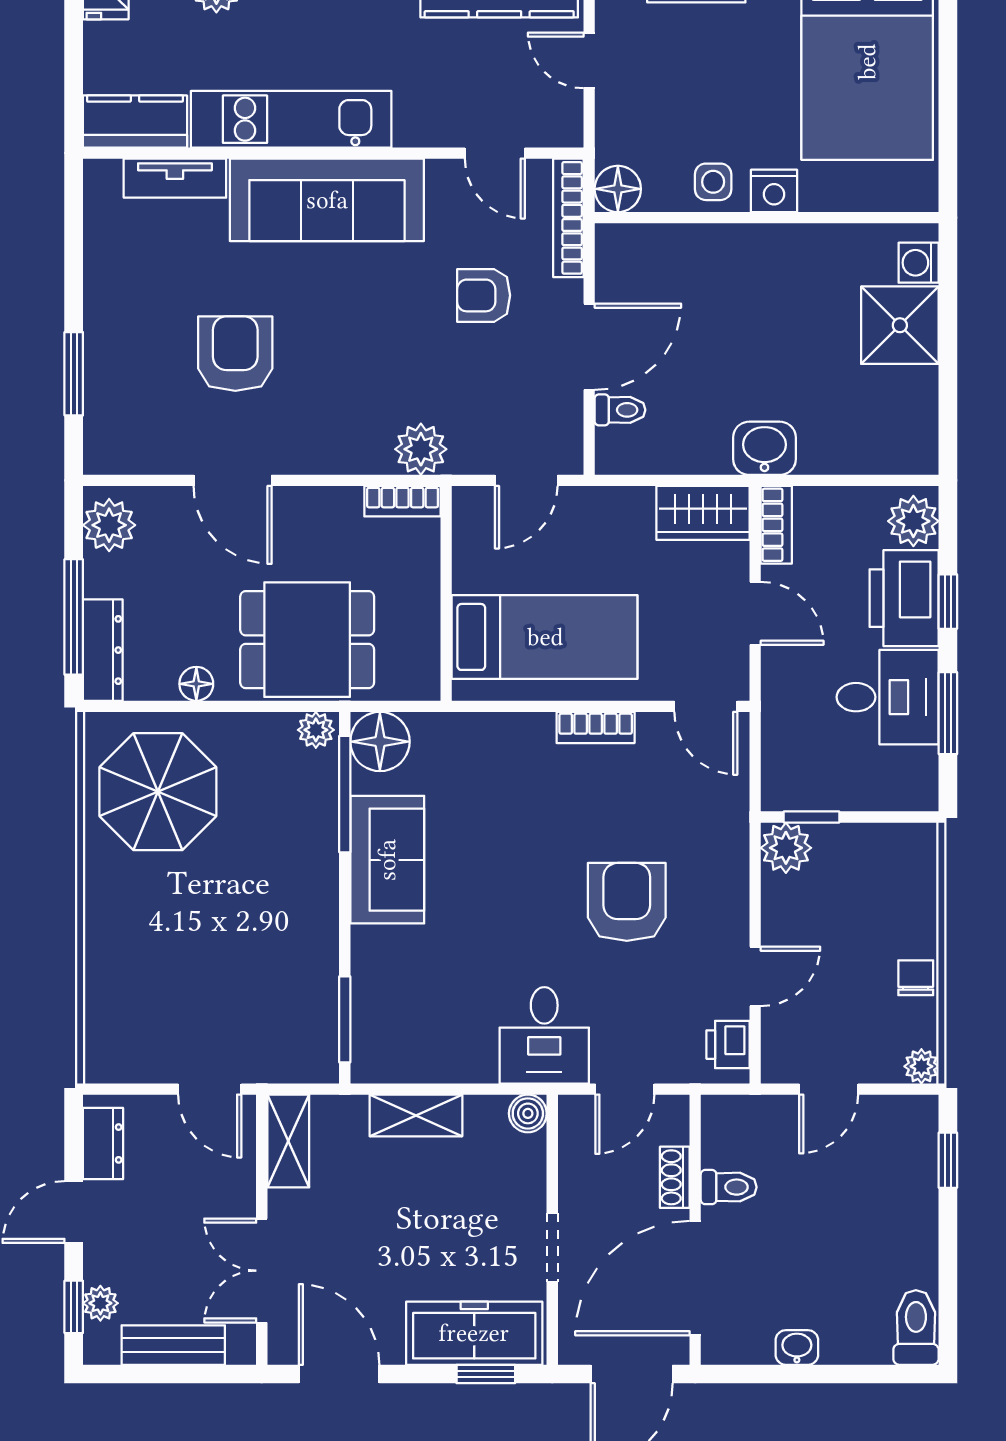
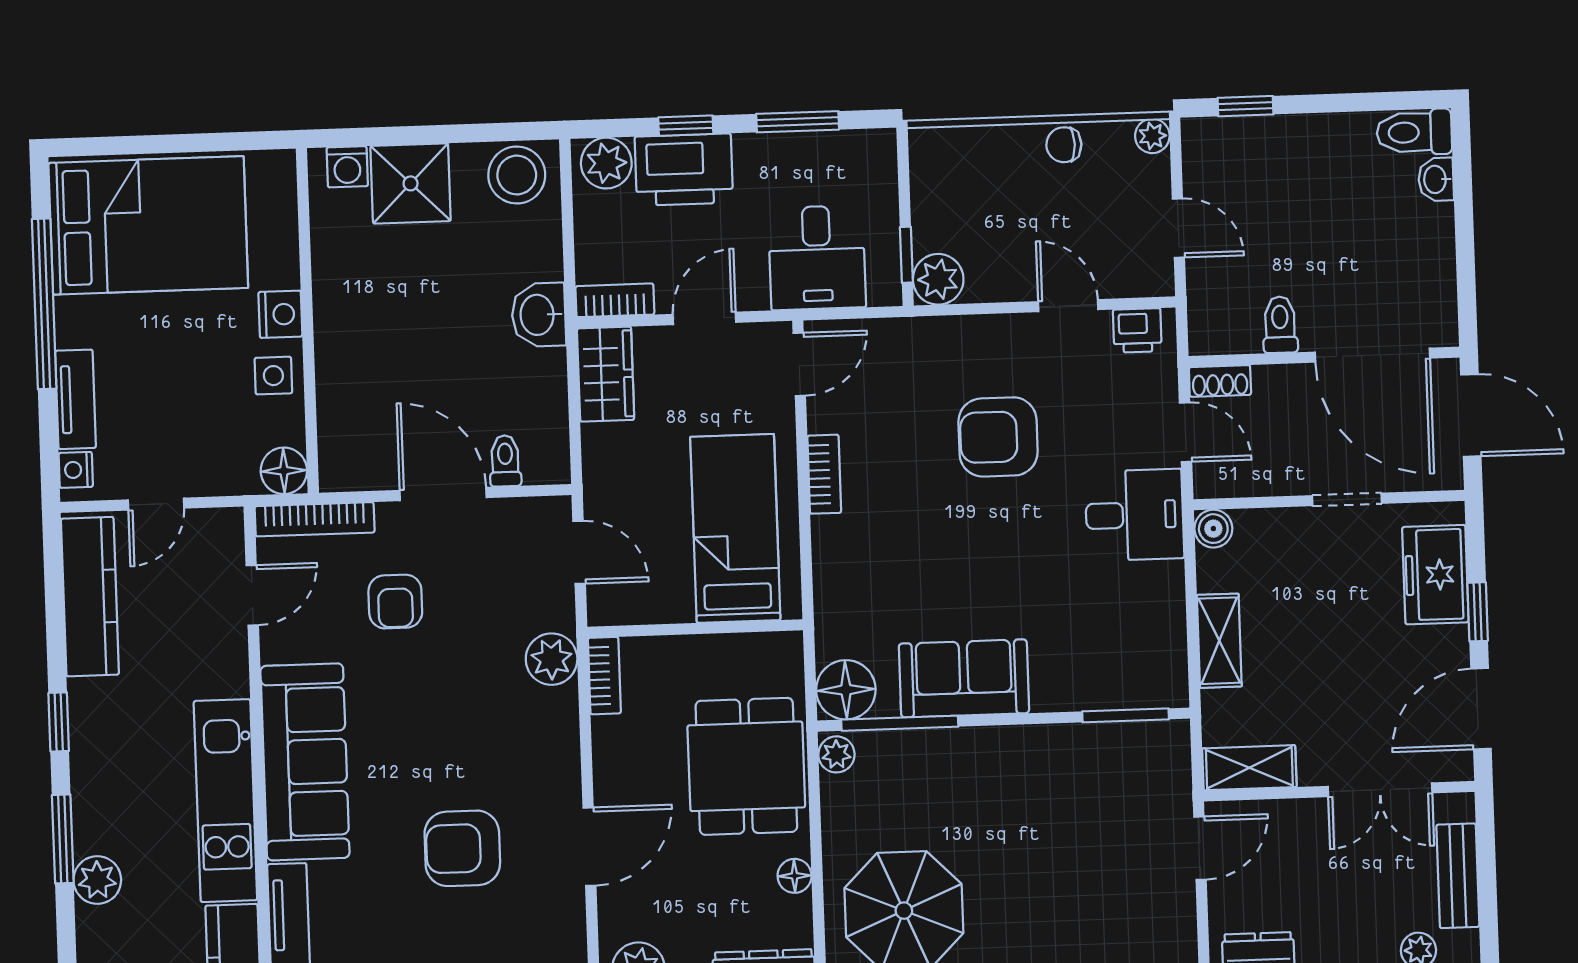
stool: (905, 431) -> (517, 175), added
desk: (888, 697) -> (817, 258), moved, turned 180
shoe rack: (675, 1177) -> (1220, 381), moved
freezer: (474, 1333) -> (1435, 575), width x0.71
washbasin: (797, 1347) -> (1436, 179), moved
window: (486, 1374) -> (1478, 612), moved

